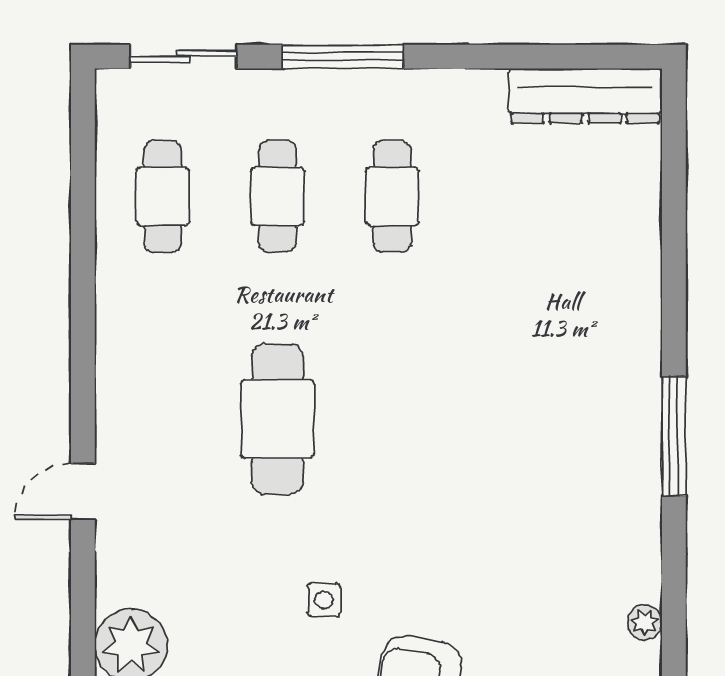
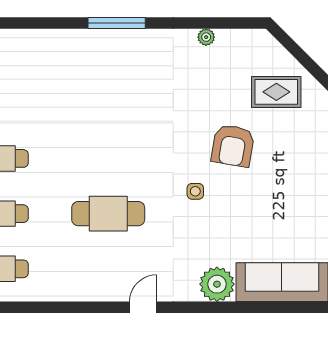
door: (83, 491) -> (143, 307), swing flipped

